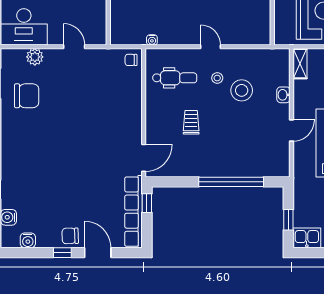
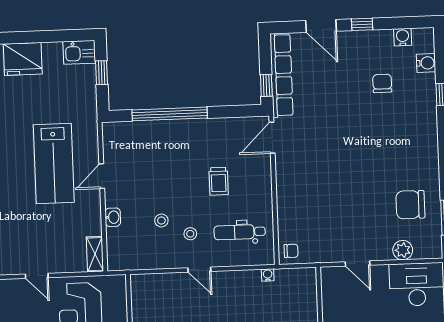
stool: (242, 90) -> (161, 221), width x0.53, depth x0.53
chair: (70, 236) -> (382, 83), moved, turned -88

